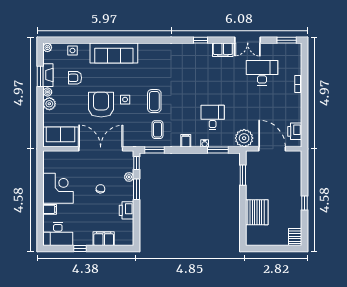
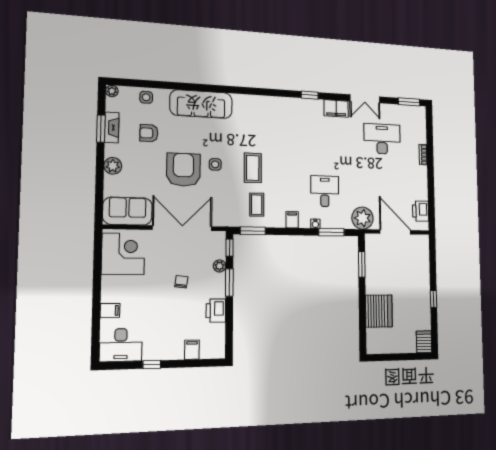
plant: (47, 92) -> (111, 150), removed
corner desk: (58, 188) -> (123, 254), moved
filing cabinet: (104, 239) -> (192, 350), width x0.50

